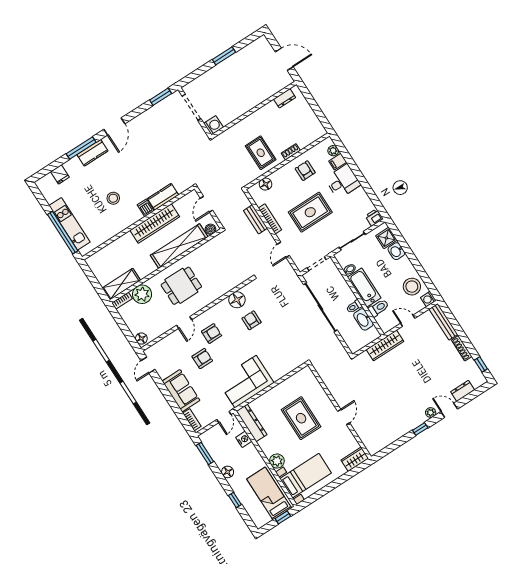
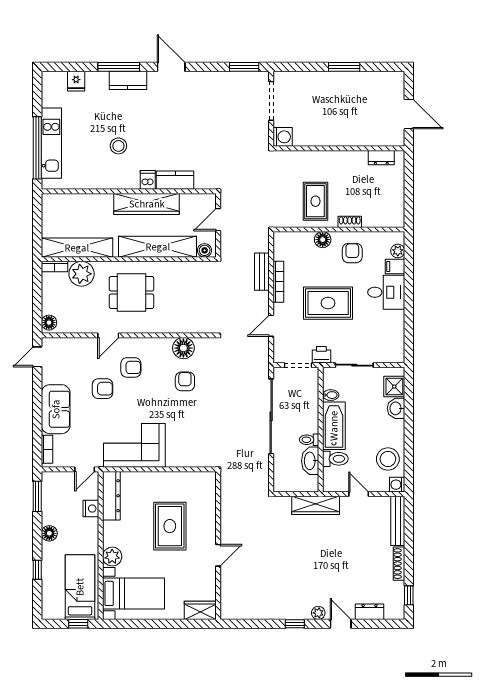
door: (114, 127) -> (171, 67), swing flipped
floor lamp: (266, 184) -> (323, 240), moved
printer: (374, 217) -> (321, 355), moved
shelving: (121, 284) -> (77, 248), width x1.47

